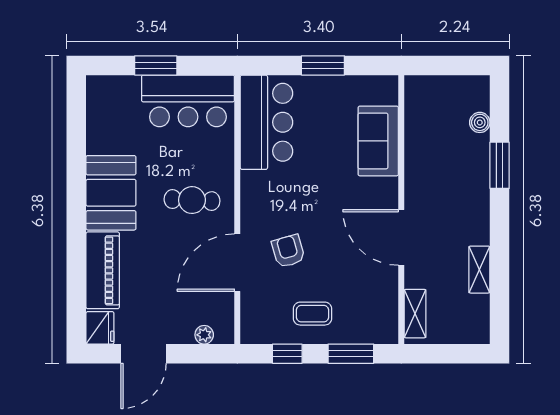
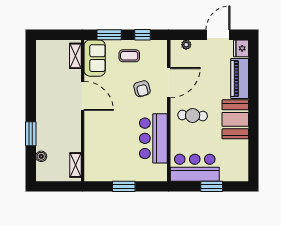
bar counter: (266, 122) -> (153, 138), moved
sofa: (378, 141) -> (95, 58), moved
shelving: (479, 270) -> (75, 165), moved

